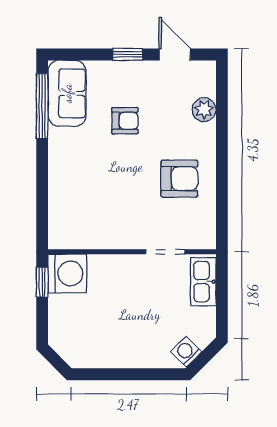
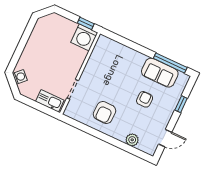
window: (128, 54) -> (181, 104), moved
sofa: (67, 93) -> (160, 73), moved
armchair: (125, 121) -> (145, 99), turned 180

